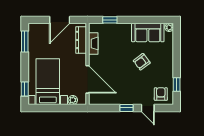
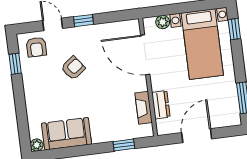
dresser: (81, 40) -> (161, 105), width x0.70
armchair: (142, 62) -> (73, 68), moved

